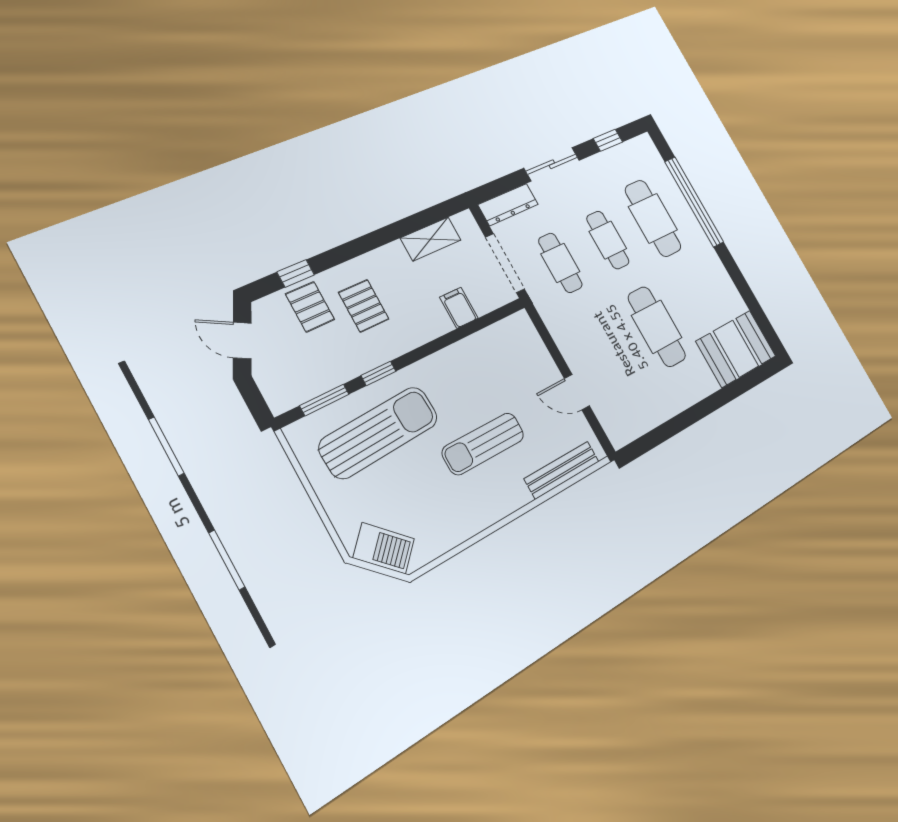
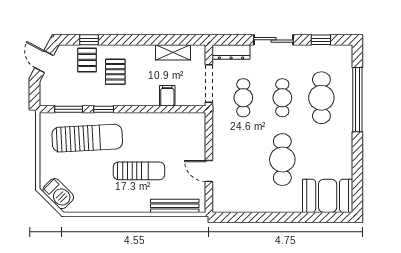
sun lounger: (483, 444) -> (139, 171), turned 180

